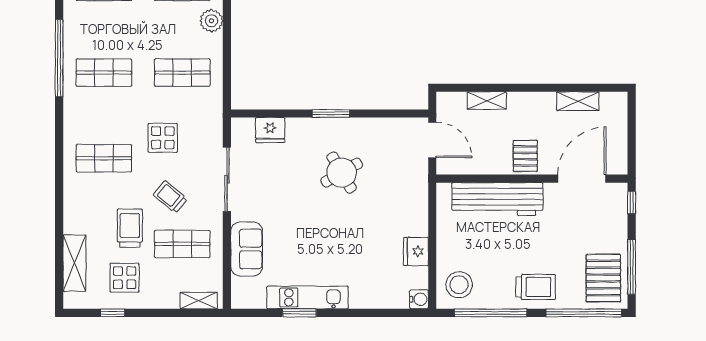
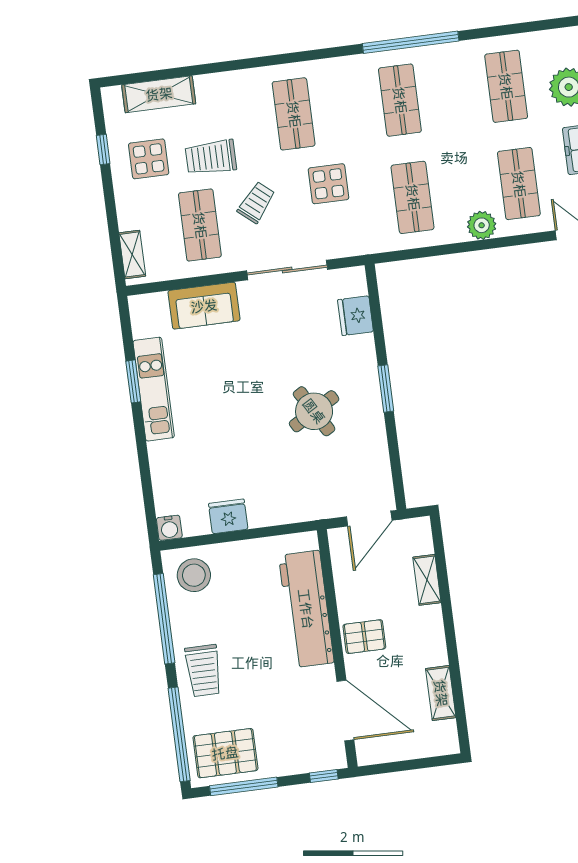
trolley: (130, 228) -> (211, 157), turned 180

